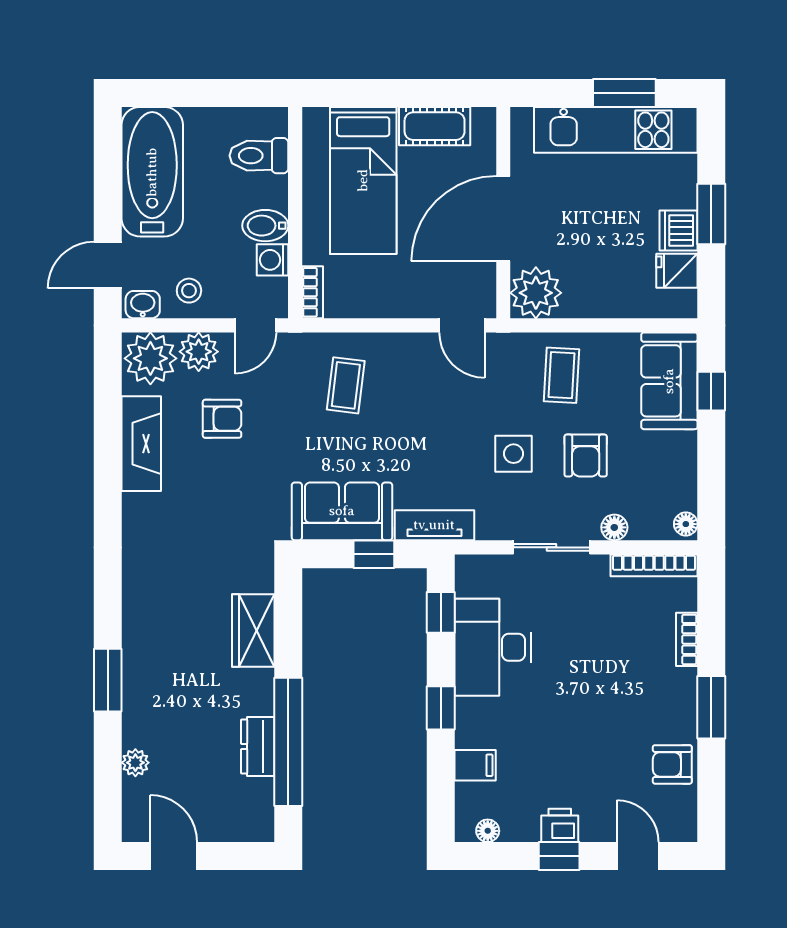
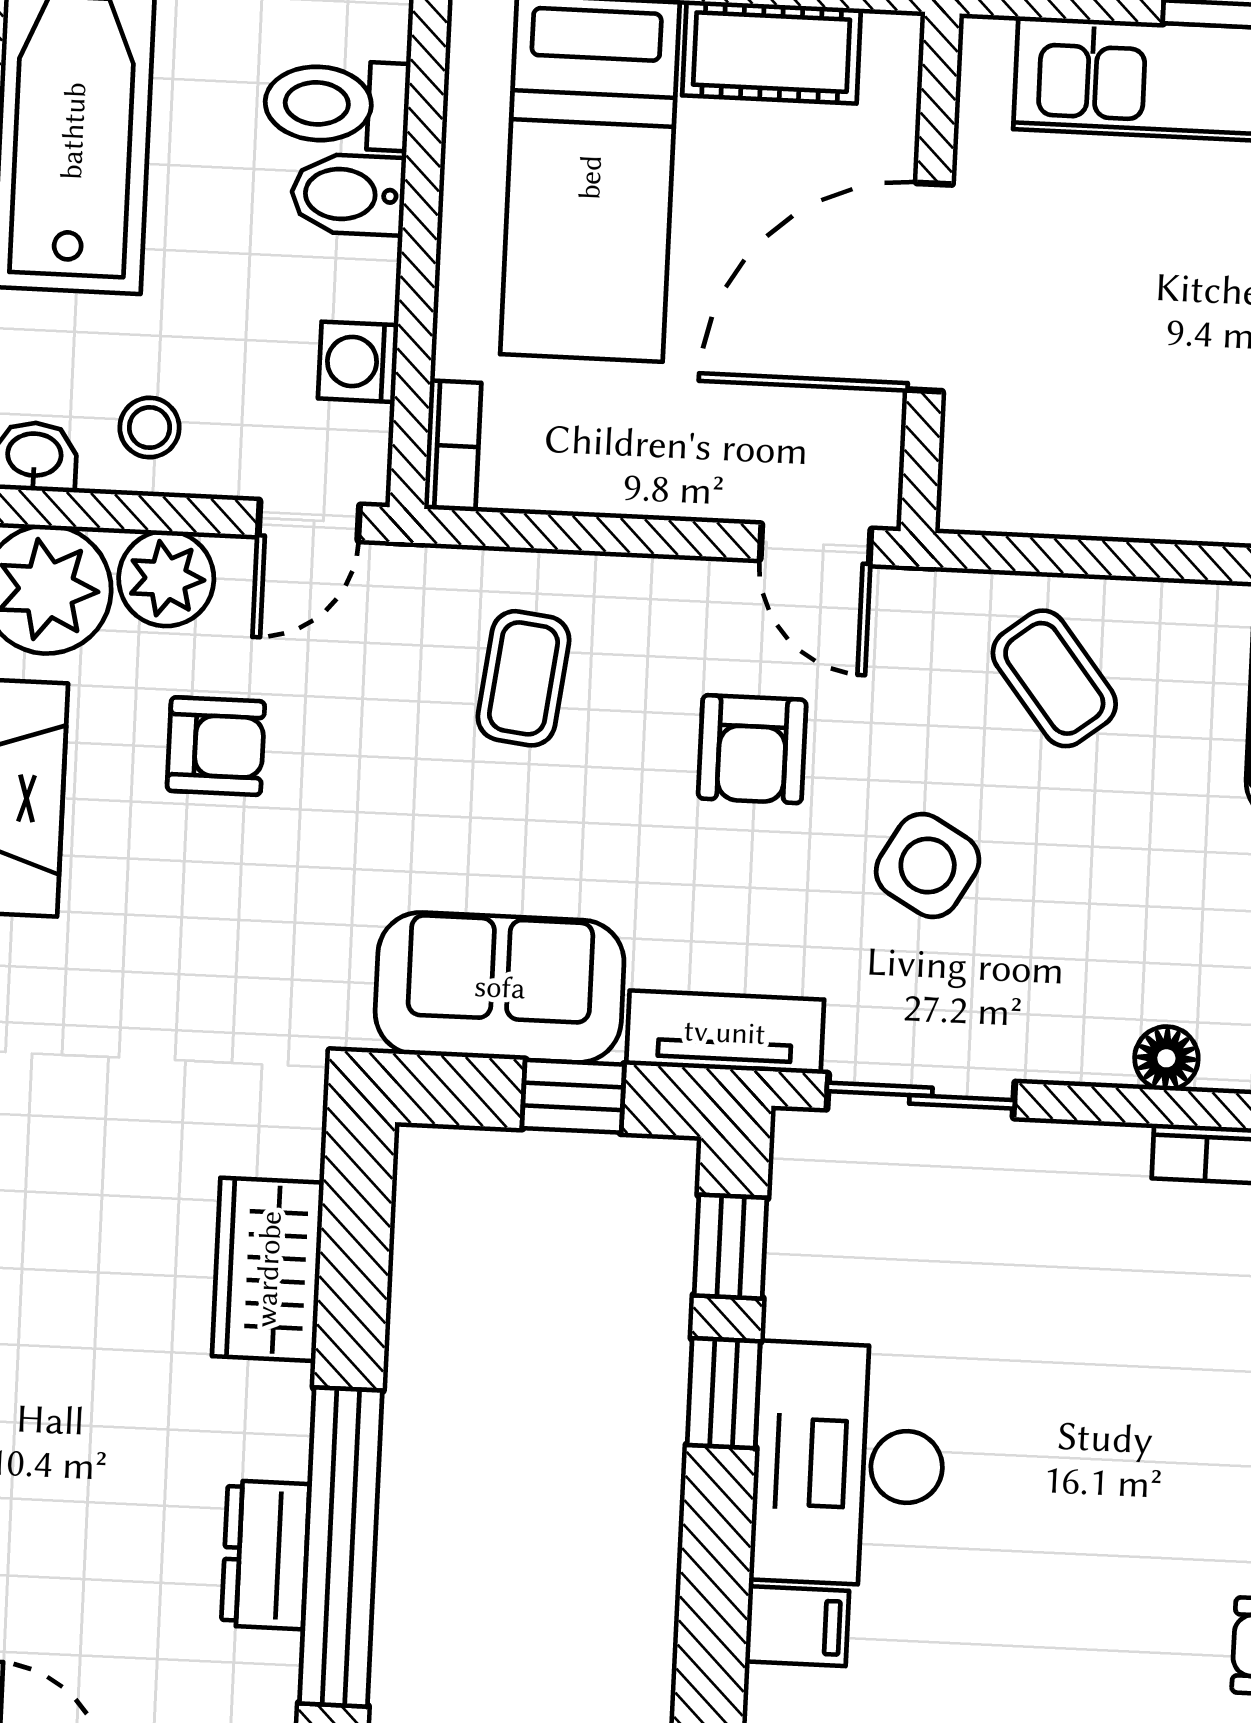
bidet: (265, 226) -> (348, 194), moved
plant: (536, 293) -> (1001, 473), removed
coffee table: (561, 375) -> (1054, 678), turned -41
side table: (514, 454) -> (928, 865), turned 30
armchair: (586, 456) -> (752, 749), moved
sliding door: (552, 547) -> (921, 1096), moved
desk: (493, 647) -> (848, 1464), moved
window: (441, 708) -> (724, 1393), moved

